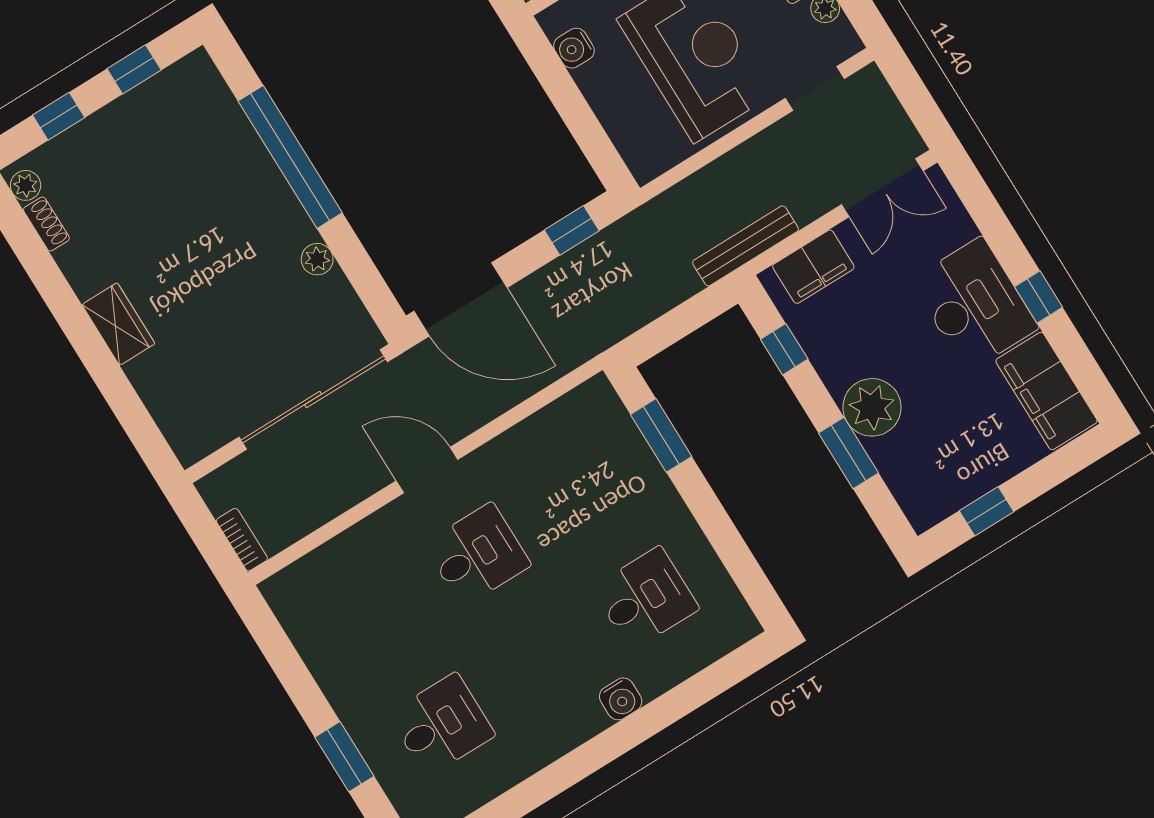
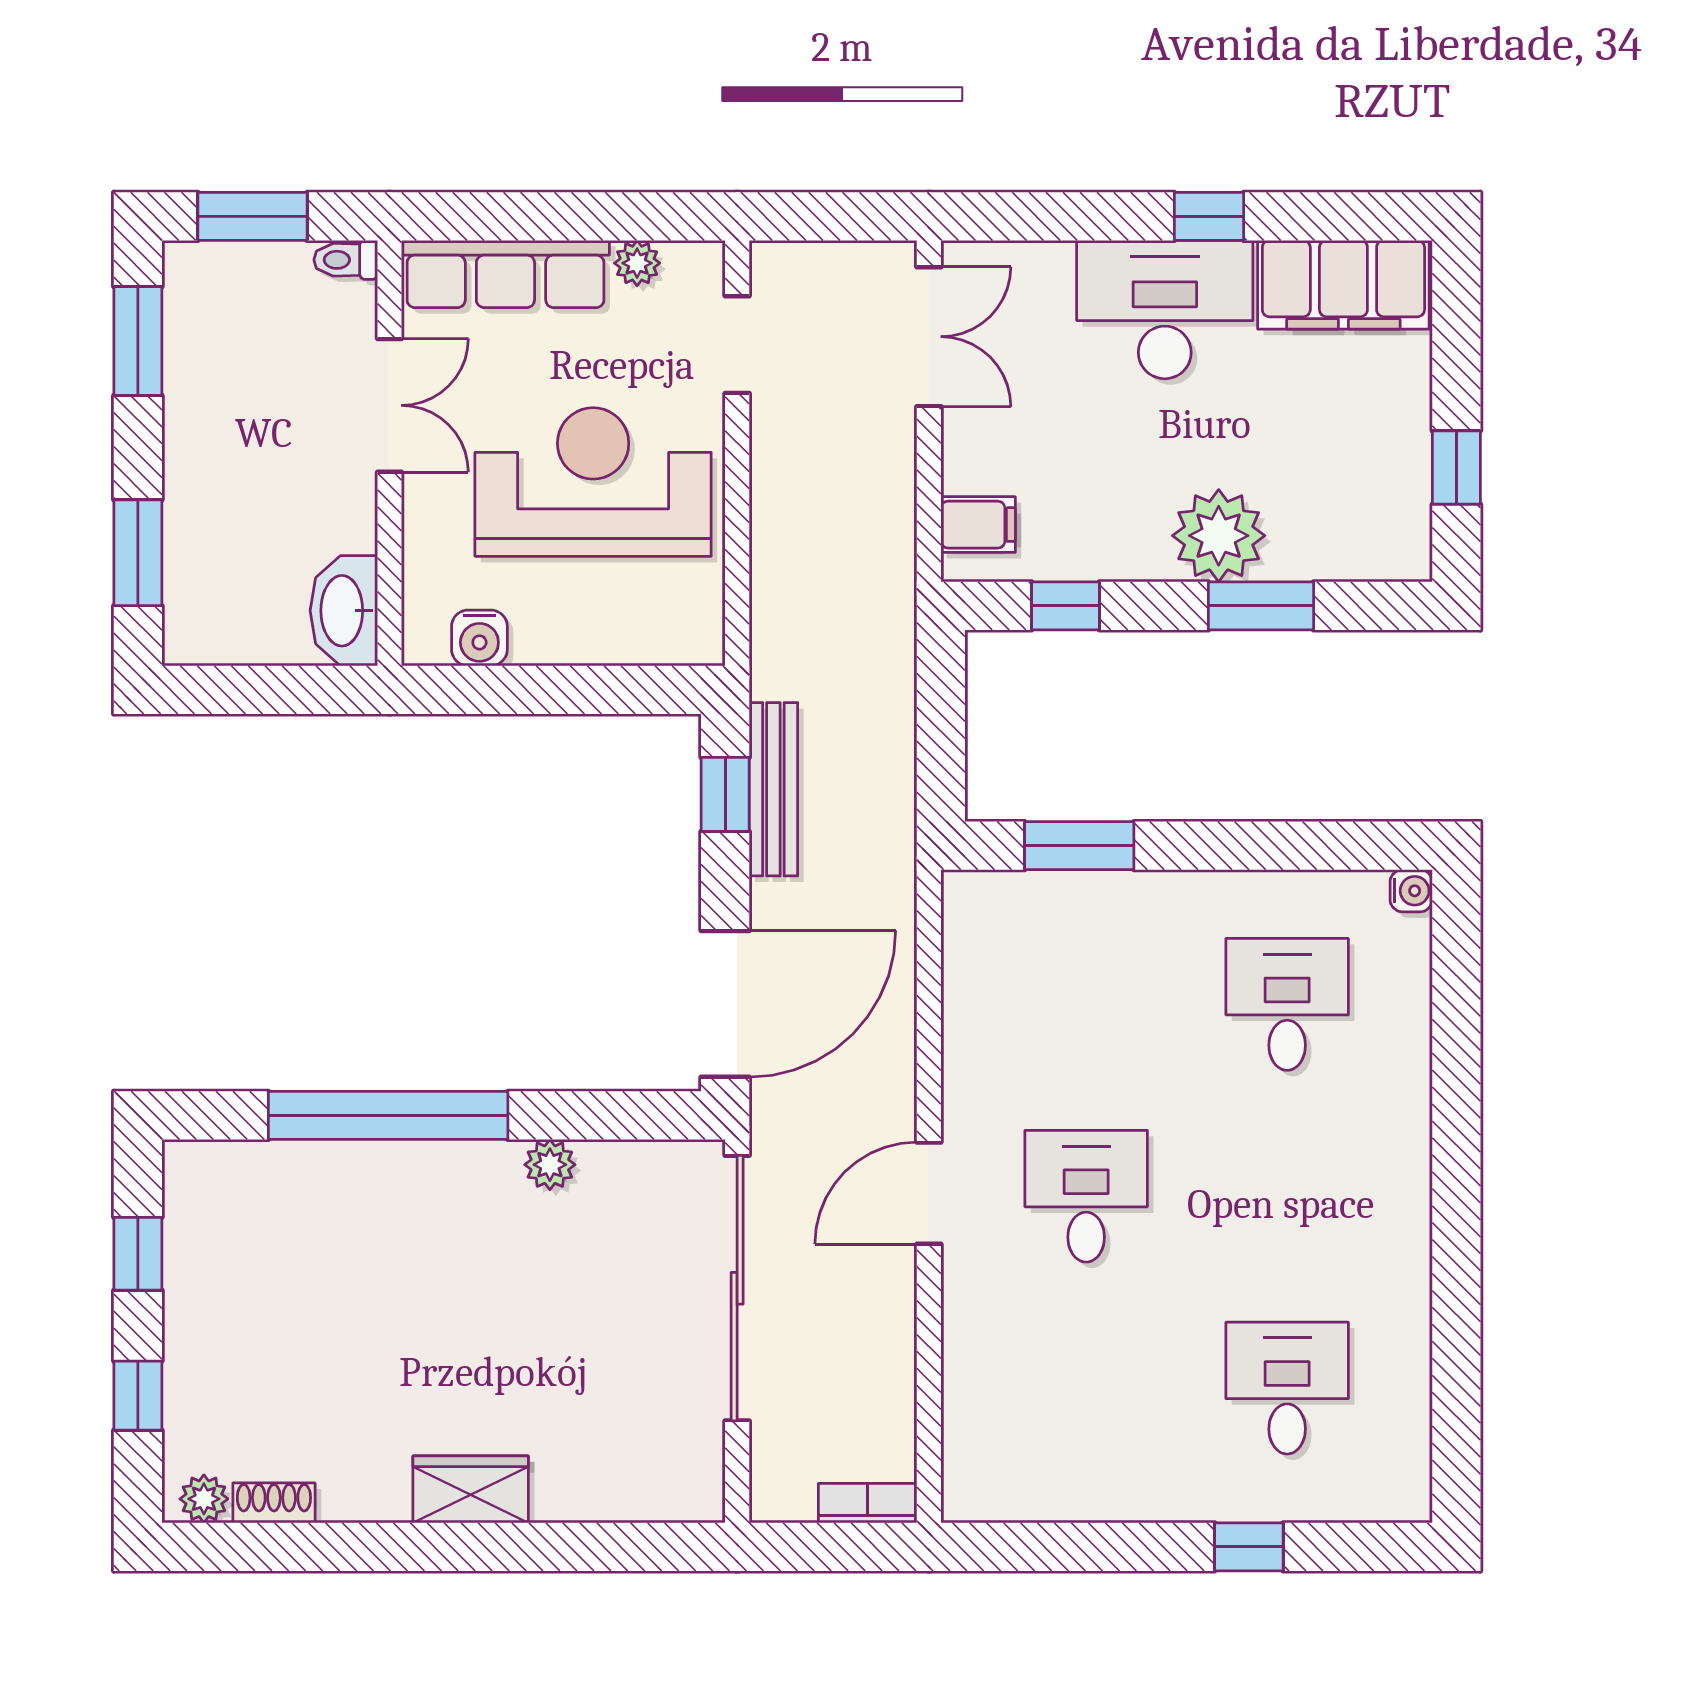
bench: (746, 246) -> (773, 789), moved
filing cabinet: (813, 267) -> (978, 525), width x0.50
water cooler: (621, 699) -> (1411, 891), moved, width x0.72, depth x0.72
window: (344, 757) -> (1249, 1547), width x0.67

